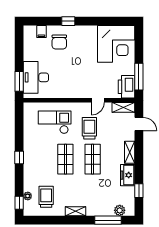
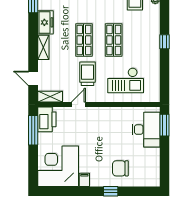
filing cabinet: (41, 31) -> (84, 180), moved
chair: (59, 42) -> (120, 168), turned -90
trolley: (89, 128) -> (88, 74), turned 180

